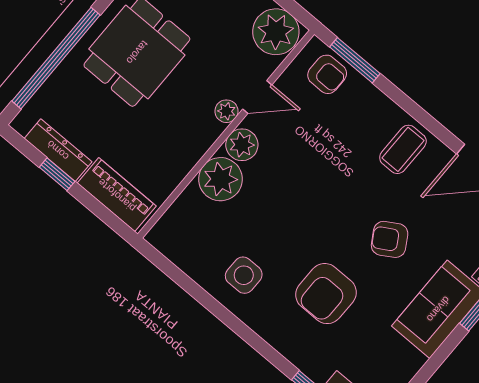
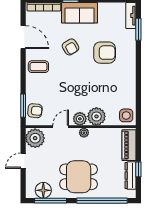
armchair: (327, 74) -> (35, 111), turned 96
door: (257, 97) -> (61, 127), hinge flipped
plant: (226, 111) -> (84, 133), moved
side table: (244, 275) -> (126, 115), moved

